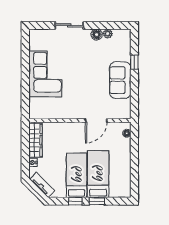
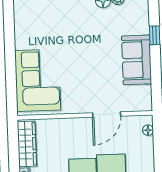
corner sofa: (45, 74) -> (38, 80), moved

